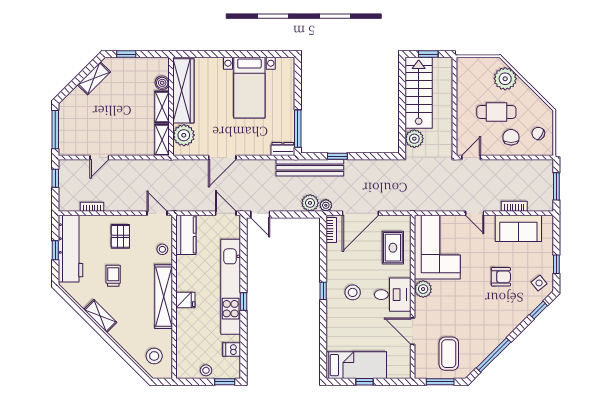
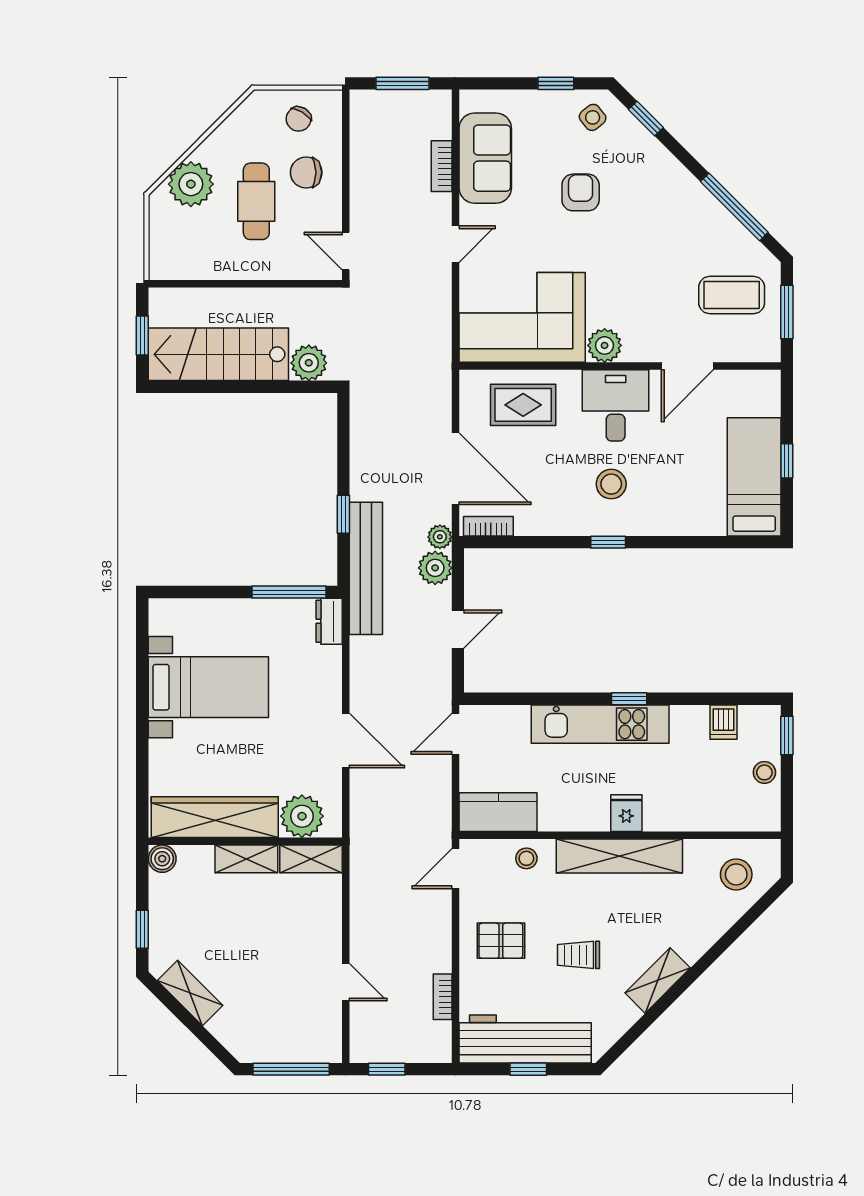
boiler: (162, 83) -> (162, 859), moved
door: (260, 214) -> (458, 629), moved
kitchen unit: (231, 287) -> (600, 724), width x0.73

